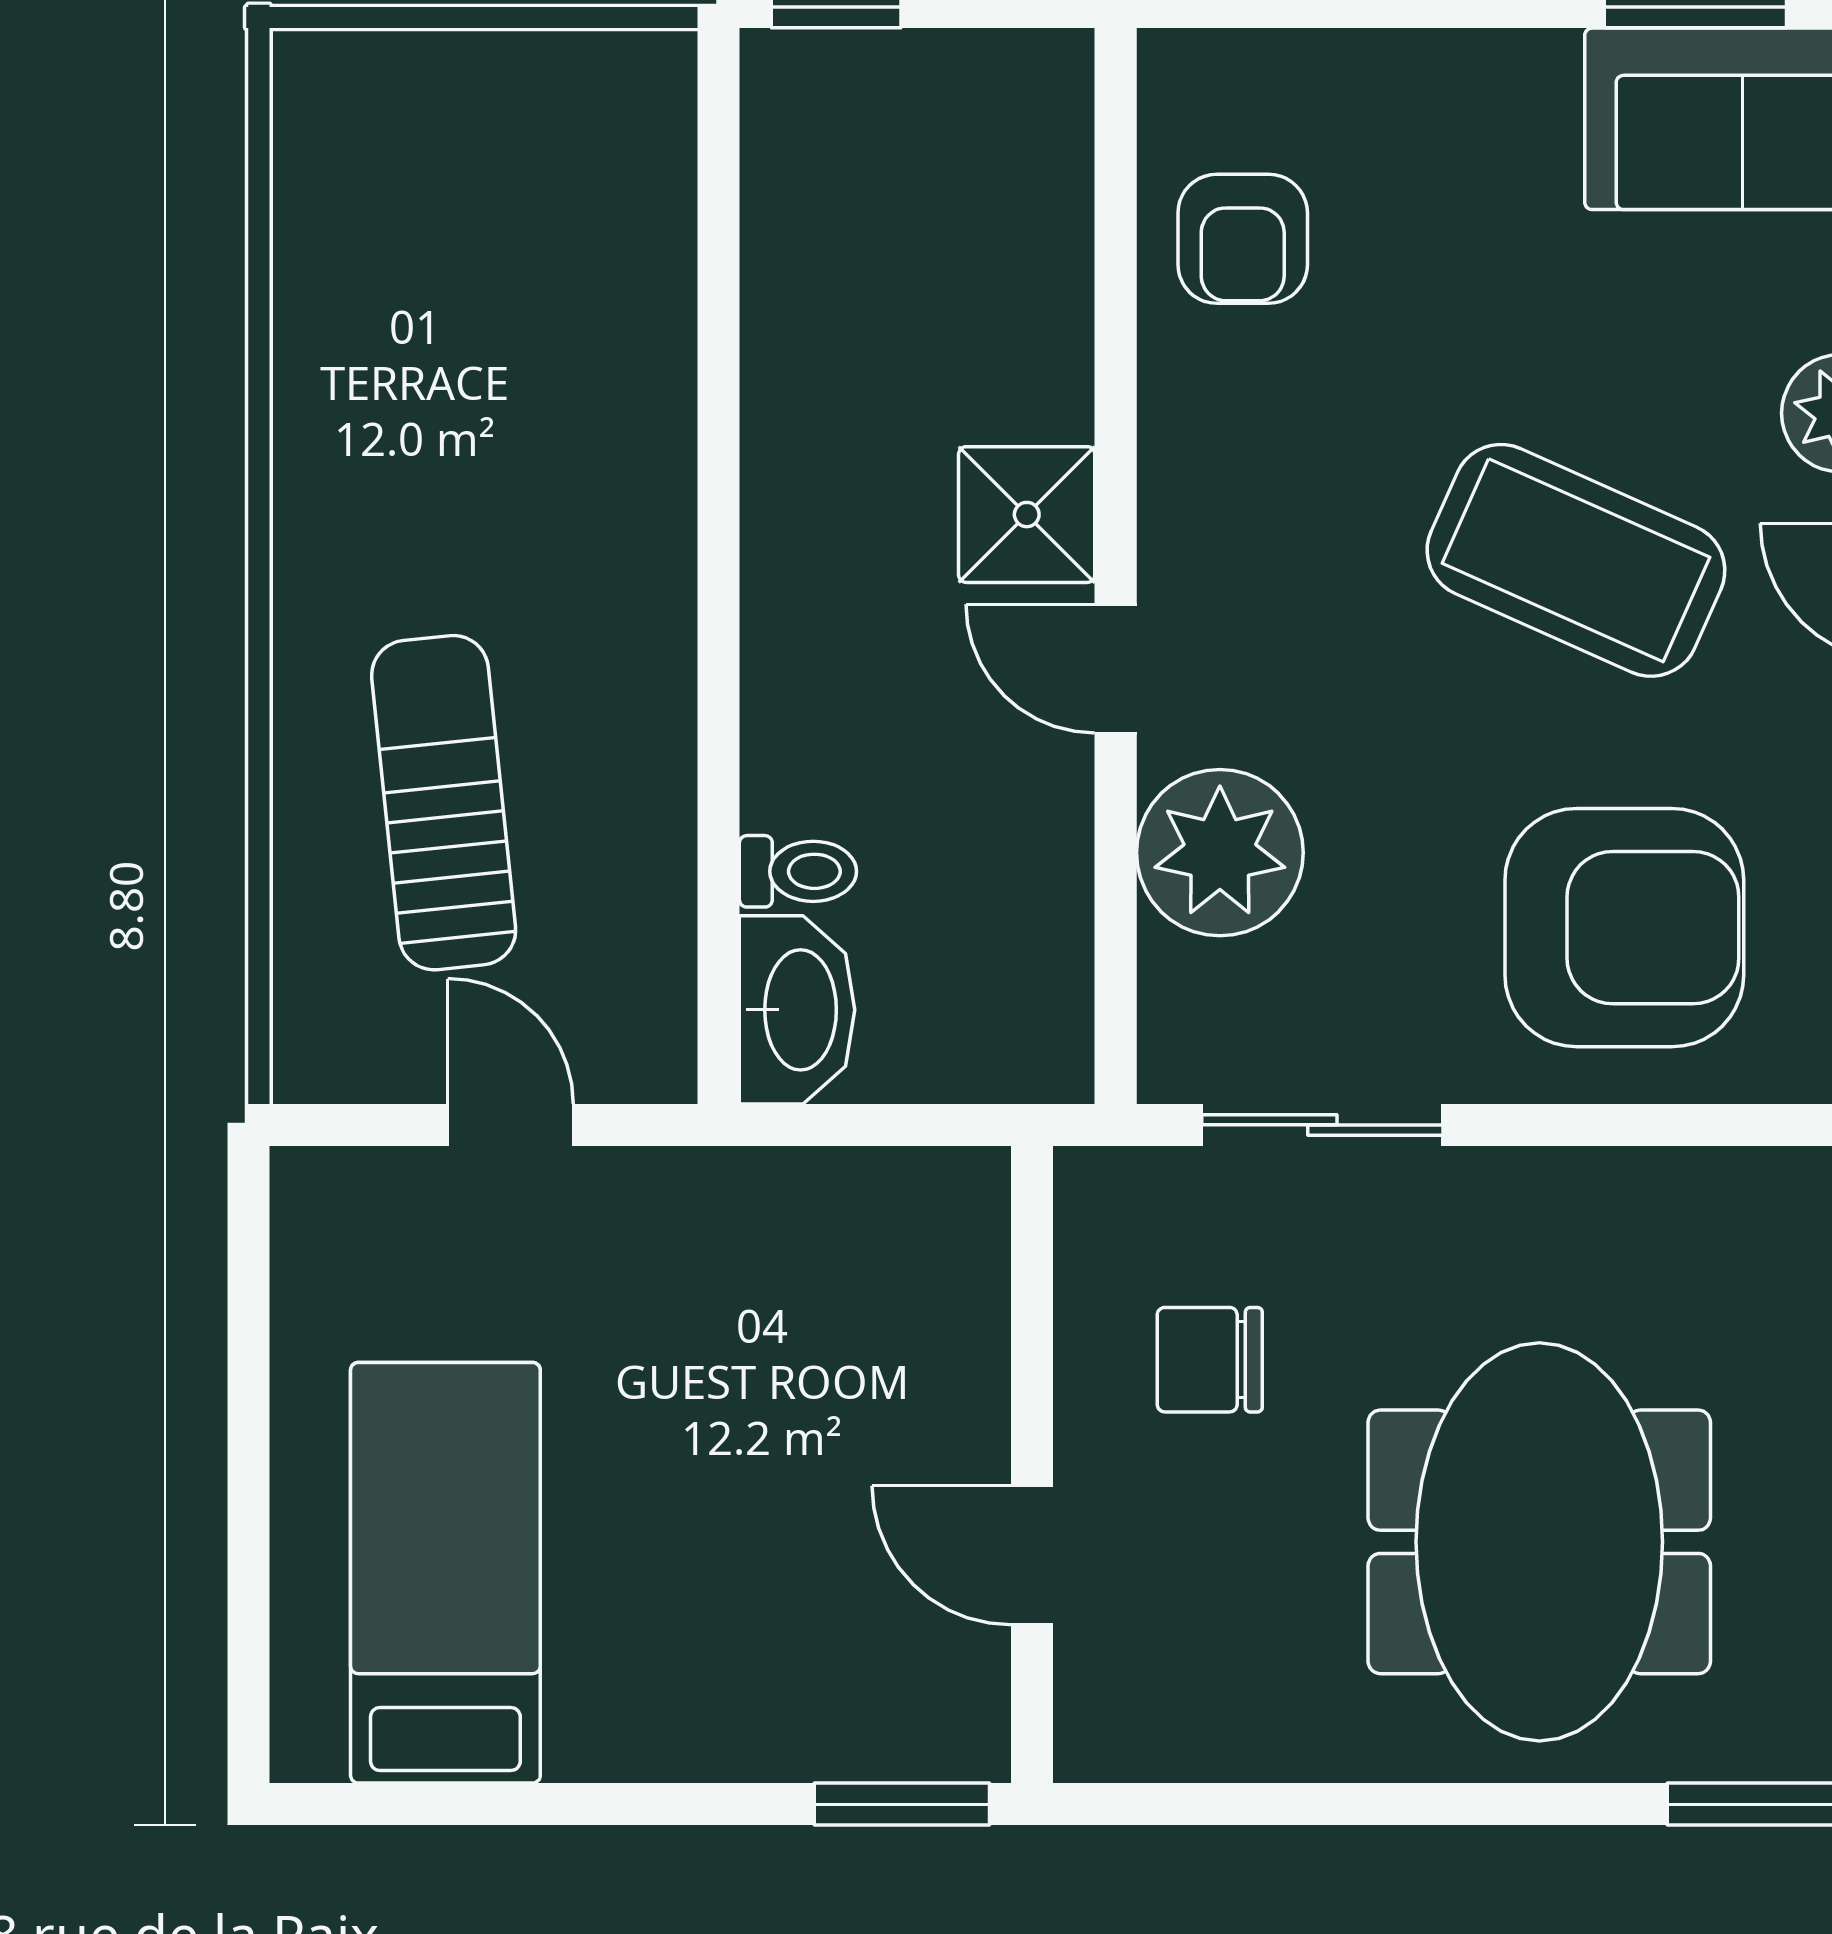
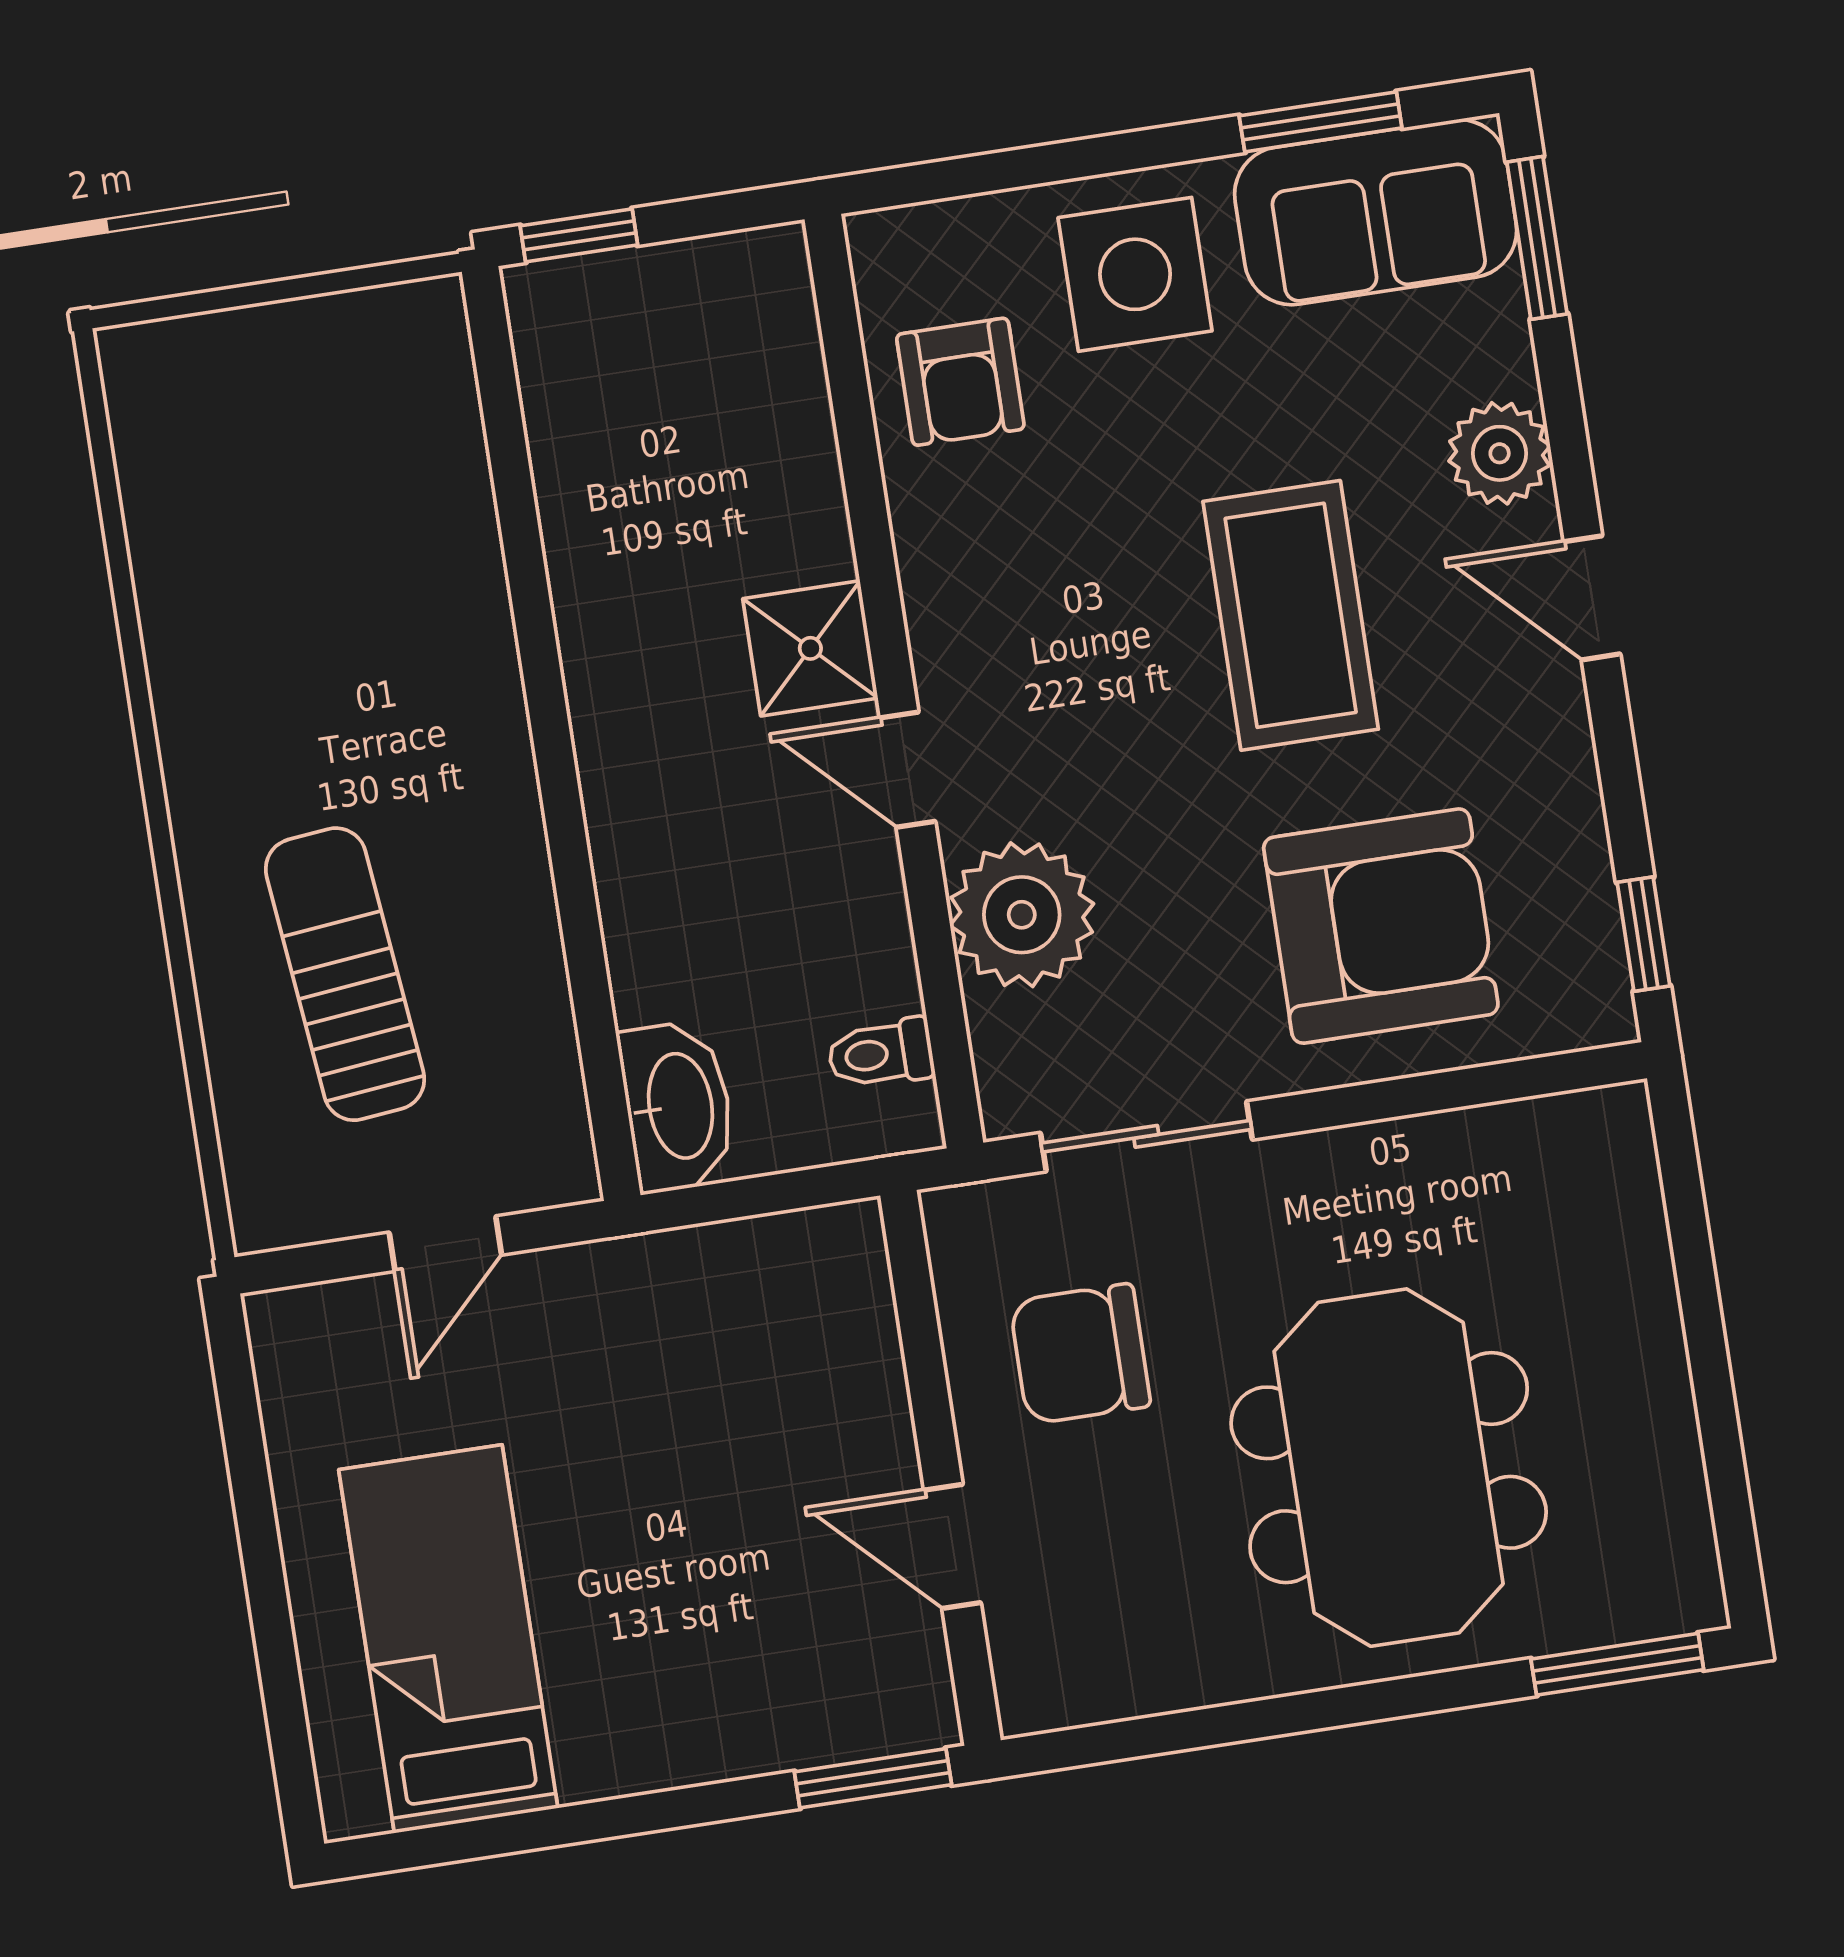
side table: (1459, 147) -> (1135, 274), added
coffee table: (1576, 560) -> (1291, 615), turned 66
toilet: (798, 871) -> (881, 1054), moved, turned 180
door: (511, 1125) -> (445, 1244), swing flipped
chair: (1210, 1360) -> (1080, 1354), width x1.37, depth x1.37

